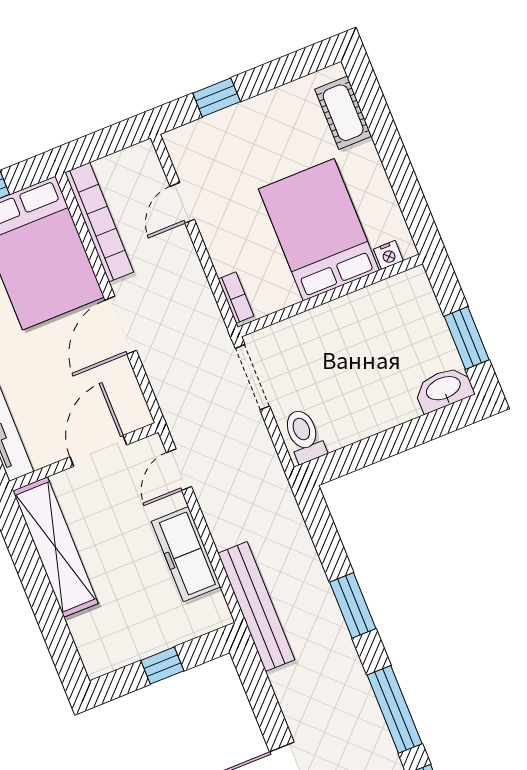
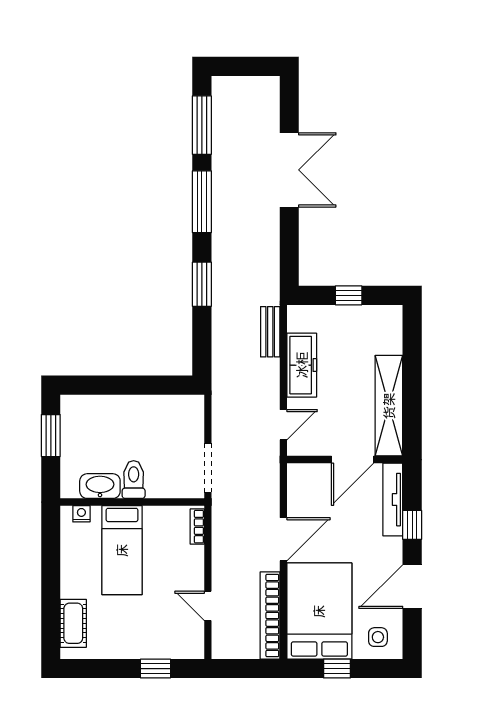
door: (182, 203) -> (208, 606), swing flipped
bed: (319, 230) -> (122, 550), width x0.67
washbasin: (444, 389) -> (100, 486), moved, turned 180
toilet: (304, 436) -> (134, 480), moved, turned 180
door: (98, 451) -> (353, 460), moved
bench: (256, 607) -> (270, 332), width x0.54, depth x0.82

